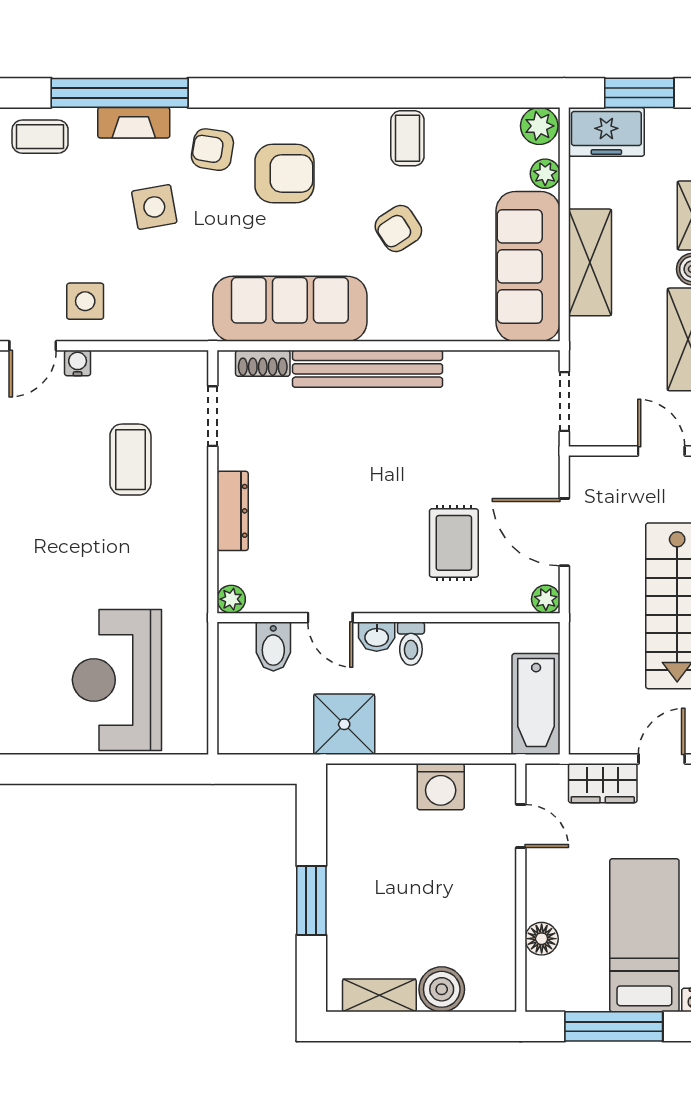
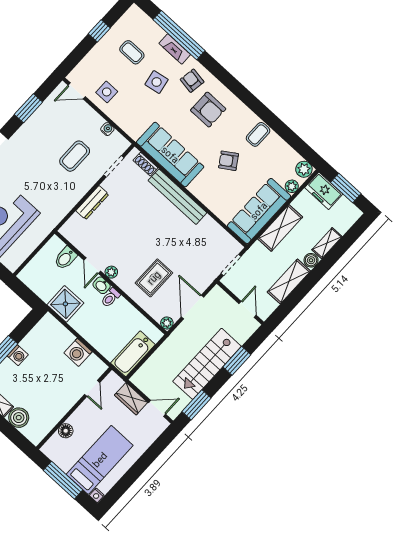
coffee table: (40, 137) -> (132, 52), moved
water cooler: (78, 363) -> (107, 129), moved
plant: (231, 599) -> (111, 272), moved
washing machine: (343, 885) -> (18, 355), added

